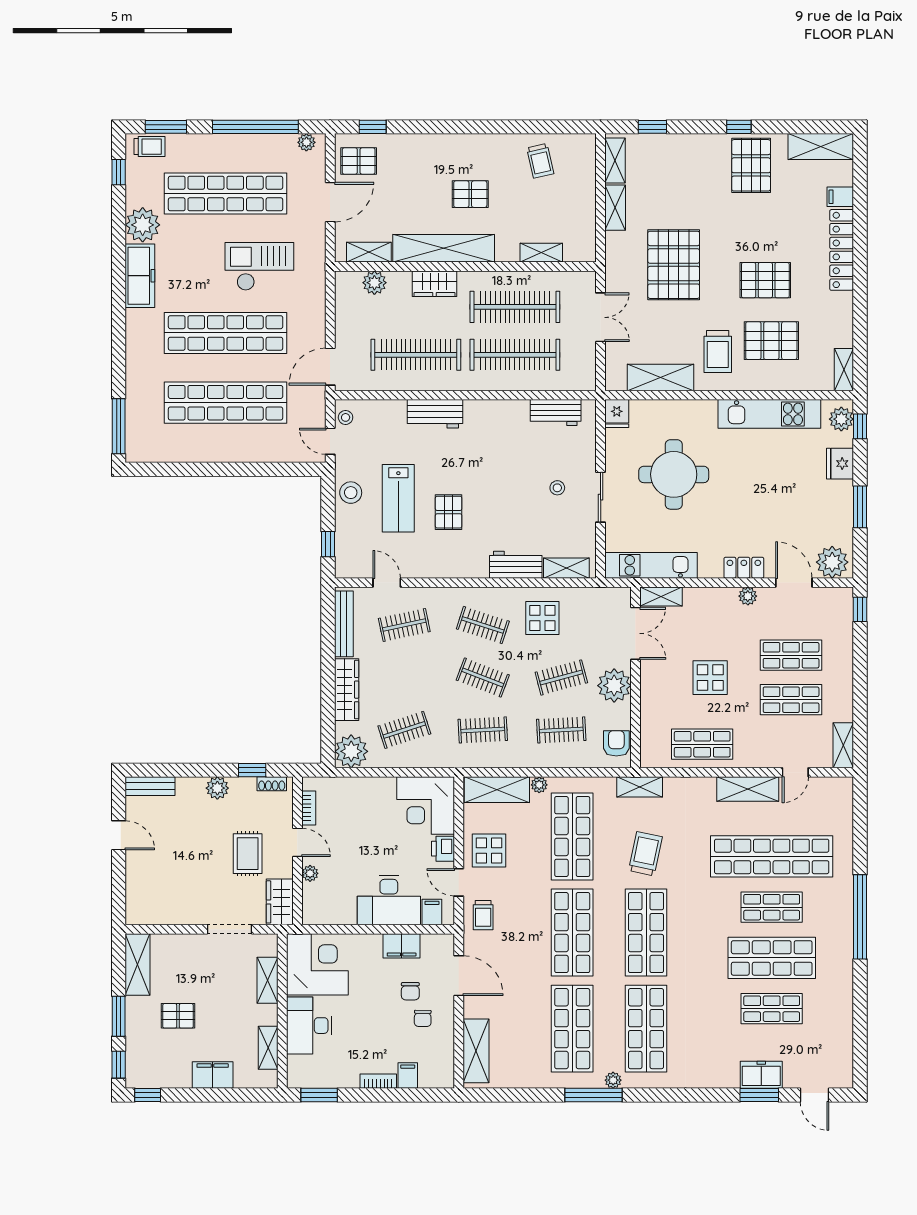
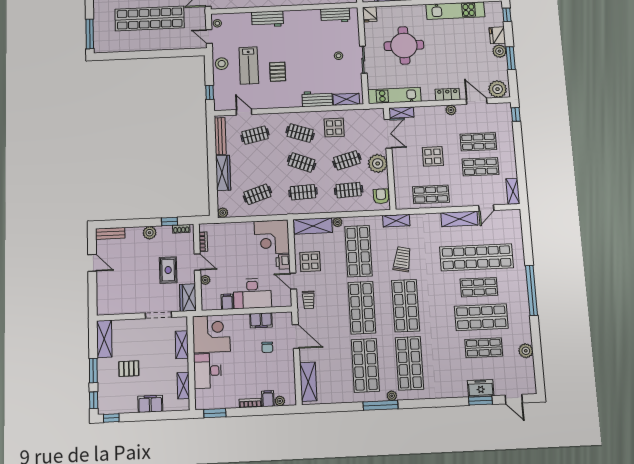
plant: (841, 419) -> (499, 51), moved
plant: (351, 751) -> (223, 213), width x0.53, depth x0.53
filing cabinet: (432, 912) -> (227, 302), moved
plant: (841, 1017) -> (526, 351), added
chair: (423, 1018) -> (275, 363), removed
plant: (427, 1080) -> (280, 401), added

